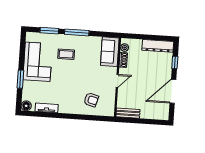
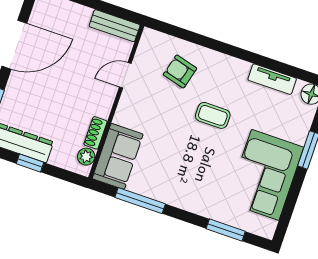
window: (77, 32) -> (140, 201), moved
window: (150, 37) -> (30, 163), added
coffee table: (66, 54) -> (213, 115), moved
door: (117, 81) -> (125, 75), moved

